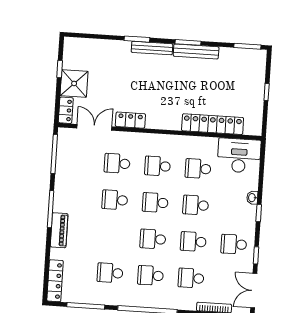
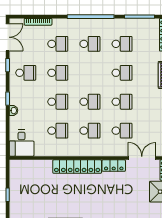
locker: (213, 124) -> (77, 167), moved
double door: (94, 127) -> (142, 158), swing flipped
desk: (239, 156) -> (22, 143), width x0.73
school desk: (153, 239) -> (122, 73), moved

